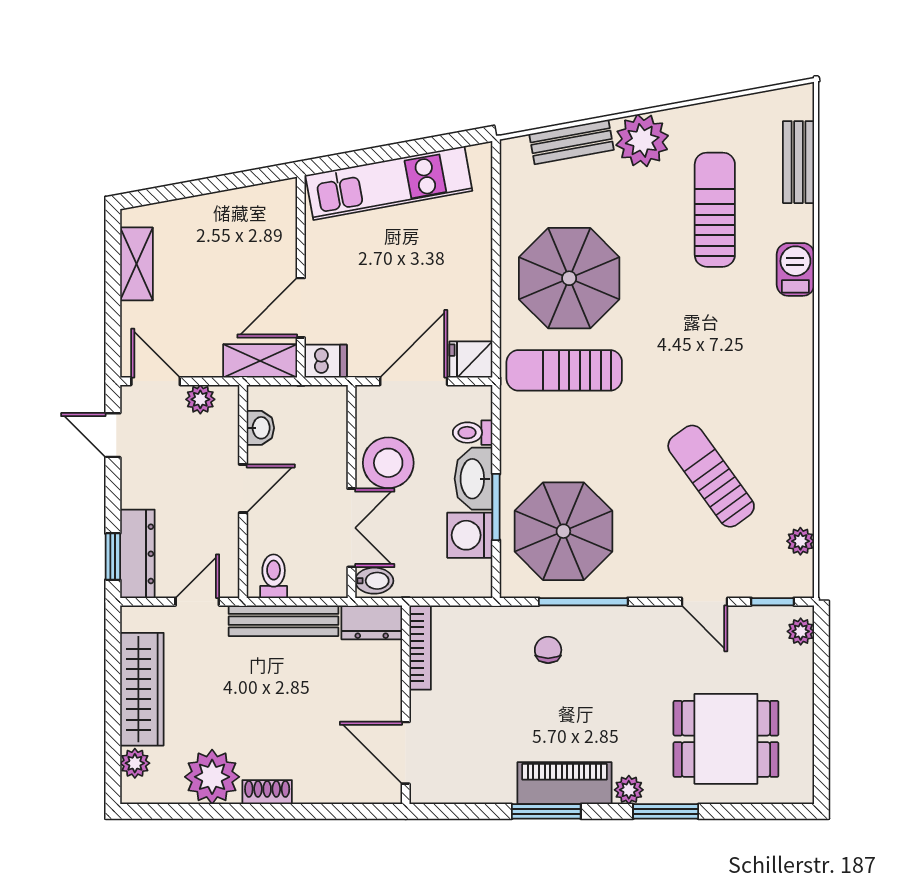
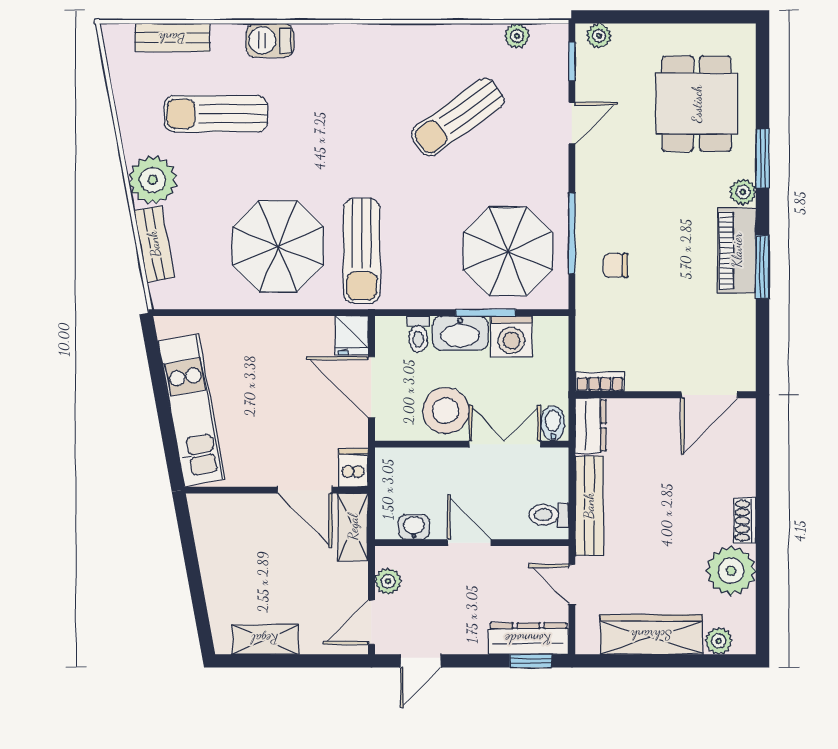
bookcase: (420, 648) -> (600, 382), width x0.64

